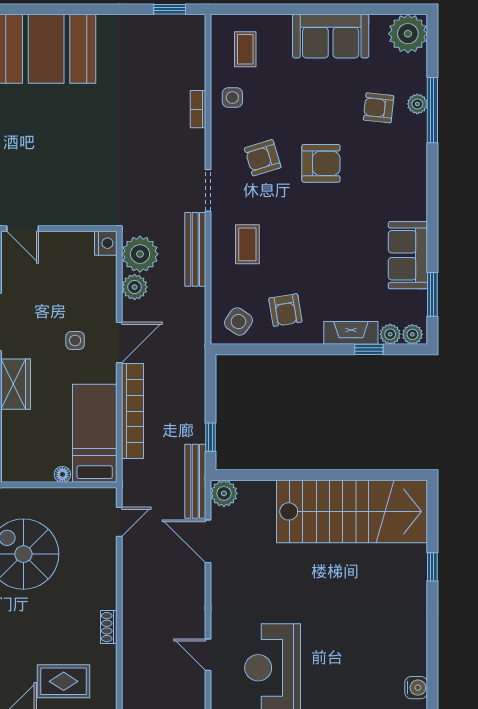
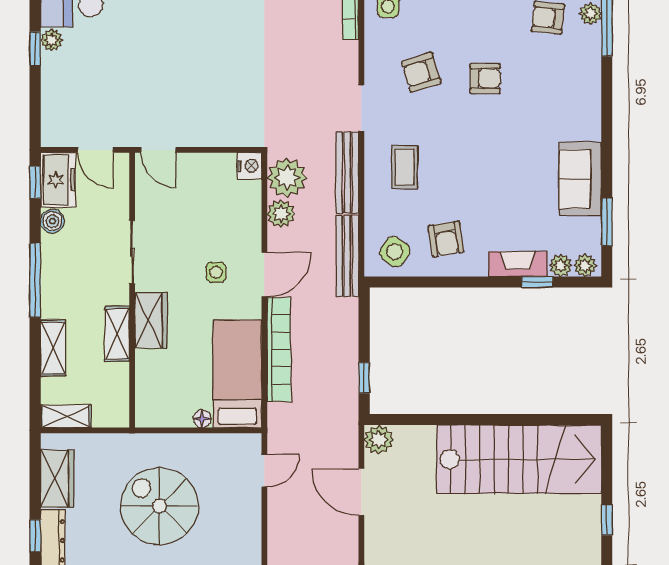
armchair: (321, 163) -> (485, 78), width x0.72, depth x0.72
bench: (195, 481) -> (347, 256), moved

